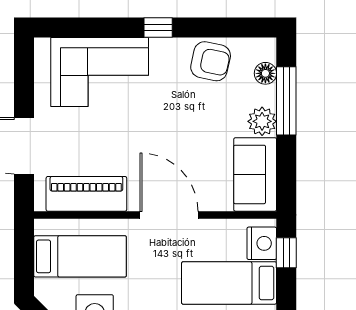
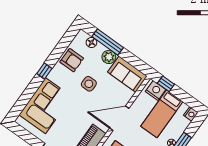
armchair: (211, 61) -> (72, 60), turned 78
side table: (191, 120) -> (89, 84), added

